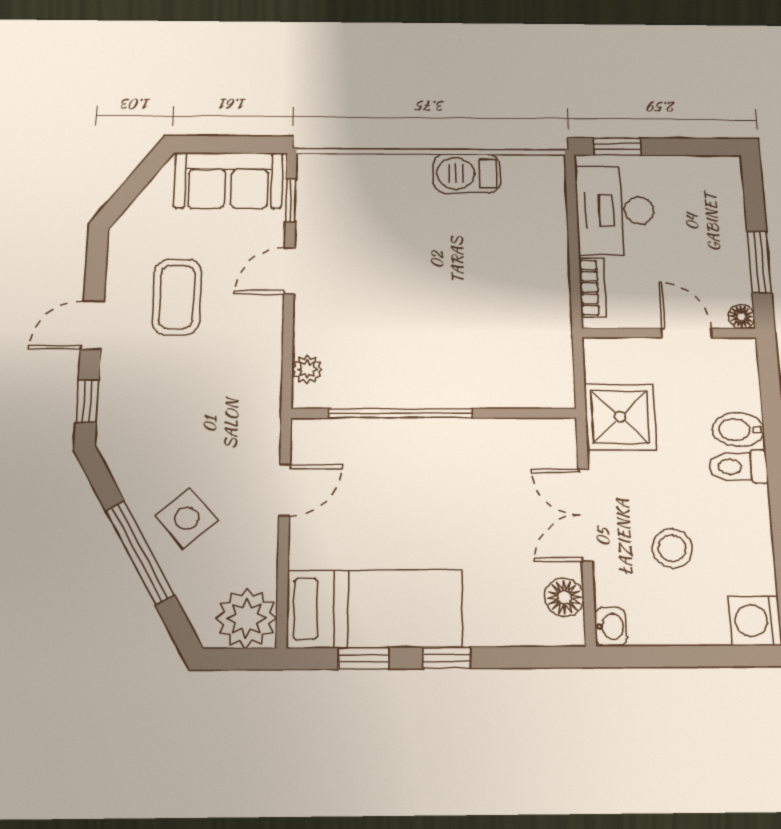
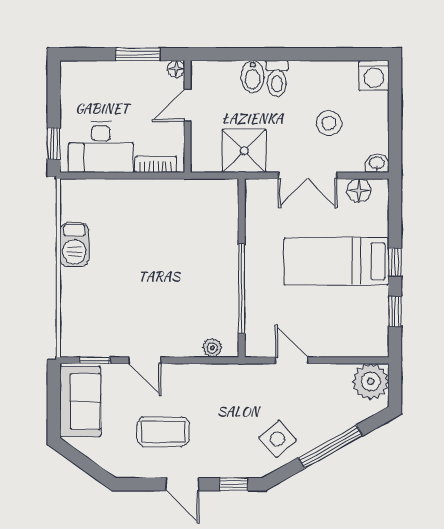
side table: (187, 518) -> (278, 439), moved
bed: (375, 609) -> (336, 261), moved, turned -90

